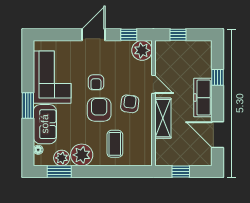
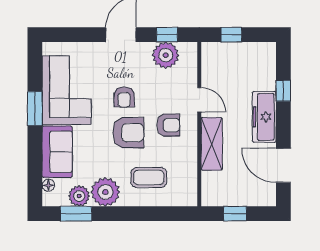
plant: (142, 50) -> (166, 55), moved
armchair: (130, 104) -> (168, 125), turned 83
window: (28, 106) -> (35, 109), moved
armchair: (99, 110) -> (128, 133), turned 90
coffee table: (115, 144) -> (149, 177), turned 90

